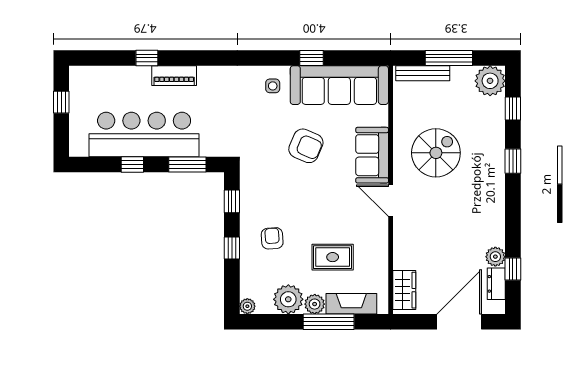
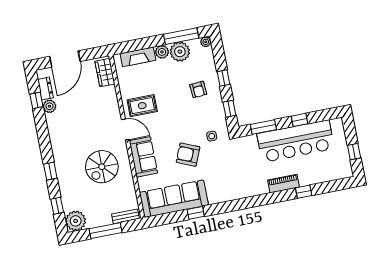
bench: (423, 73) -> (125, 216), width x0.73
side table: (273, 86) -> (212, 136), moved
rug: (333, 257) -> (142, 106), moved
window: (329, 322) -> (181, 36), moved

